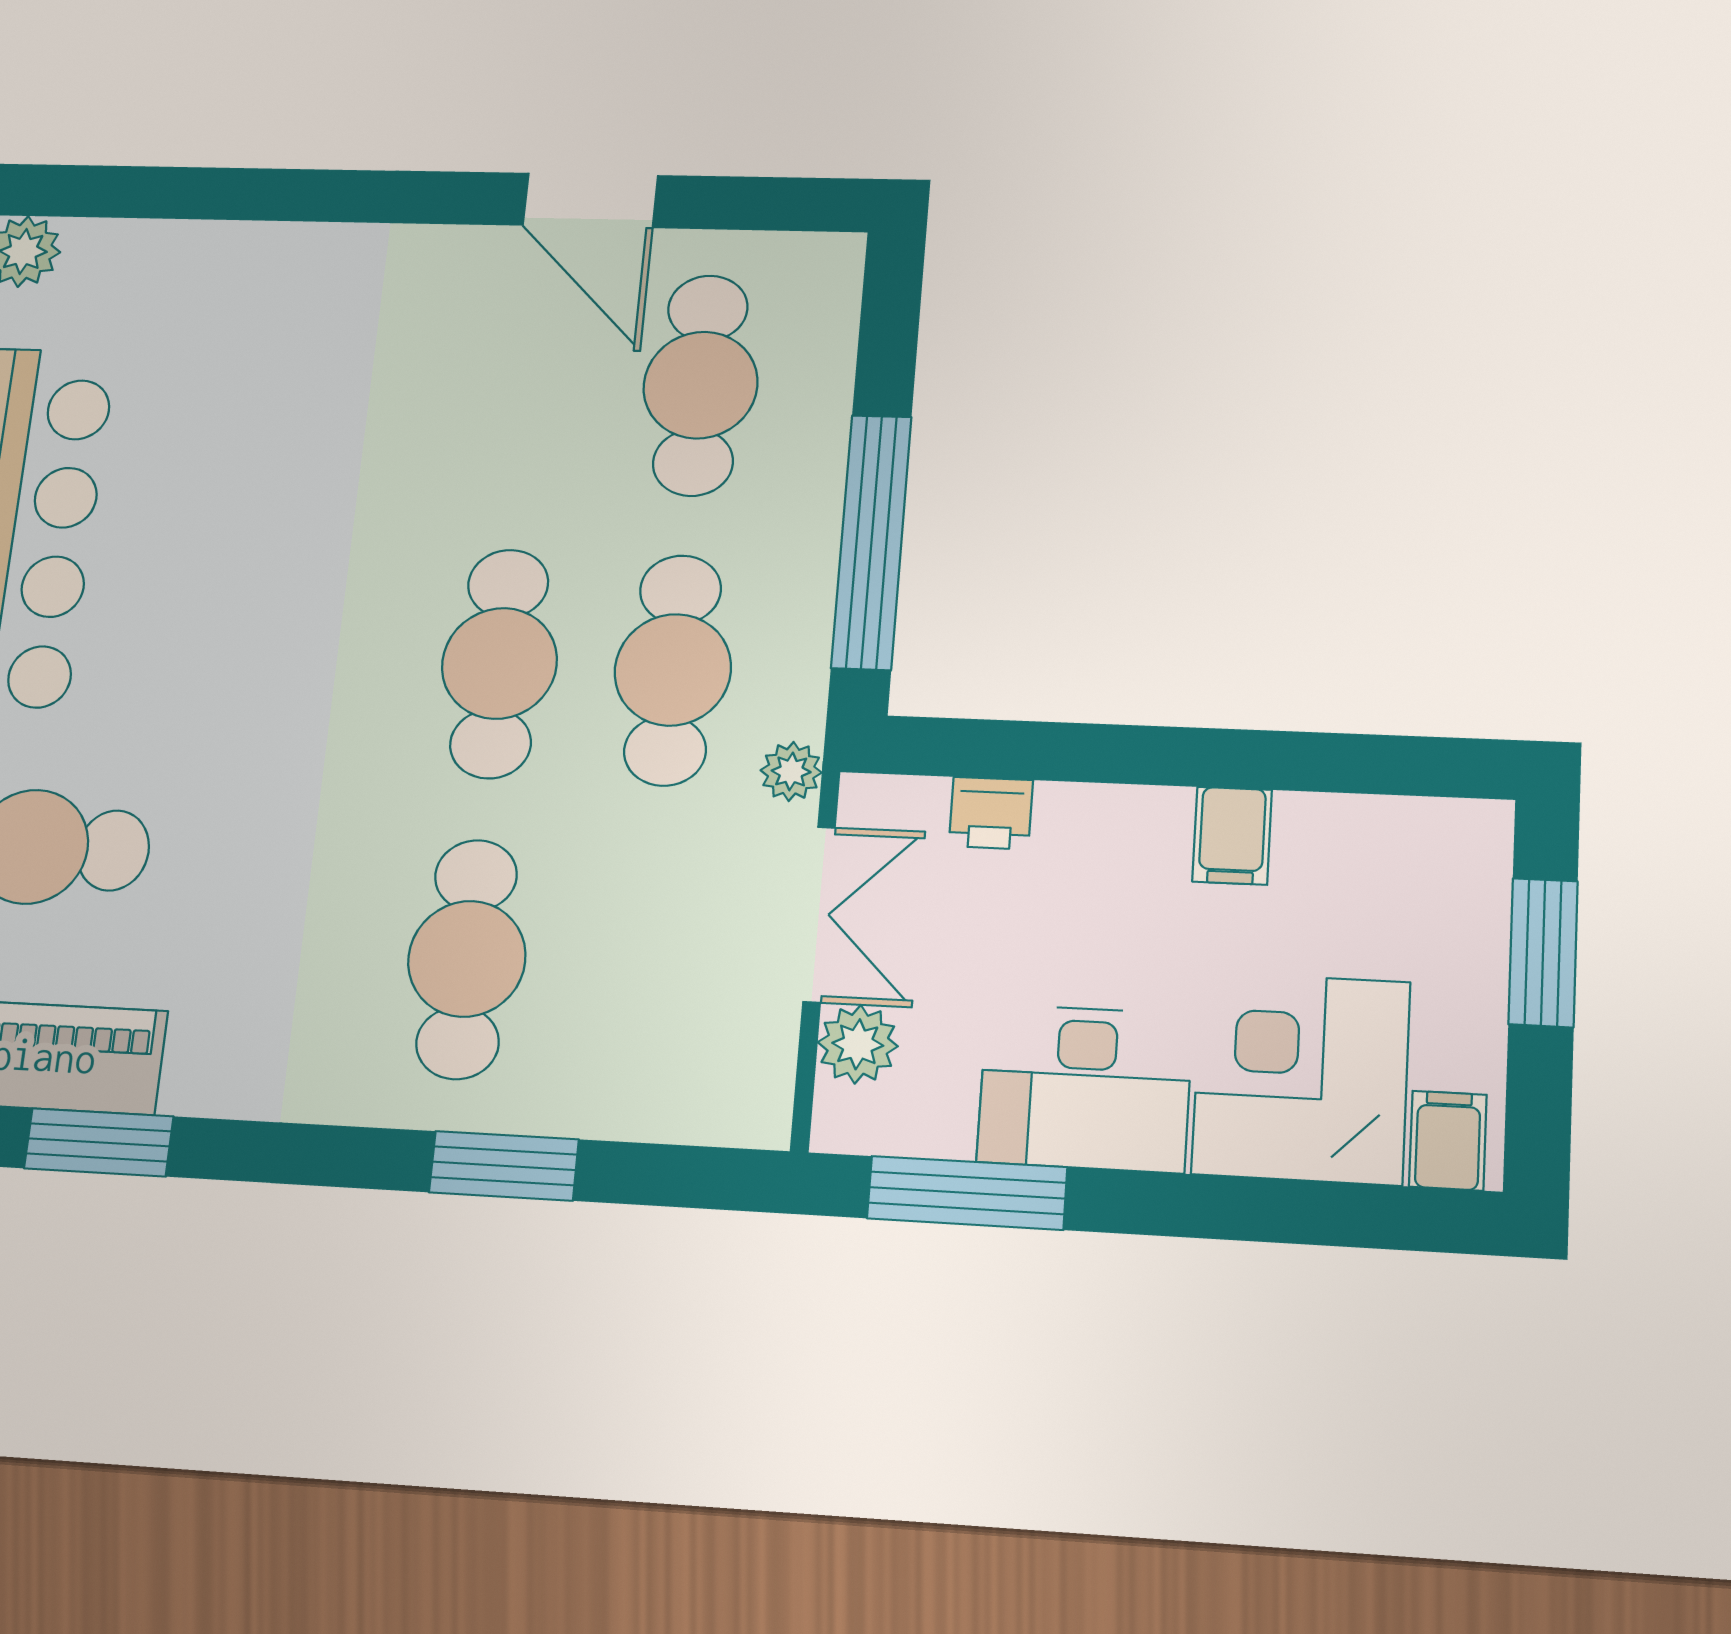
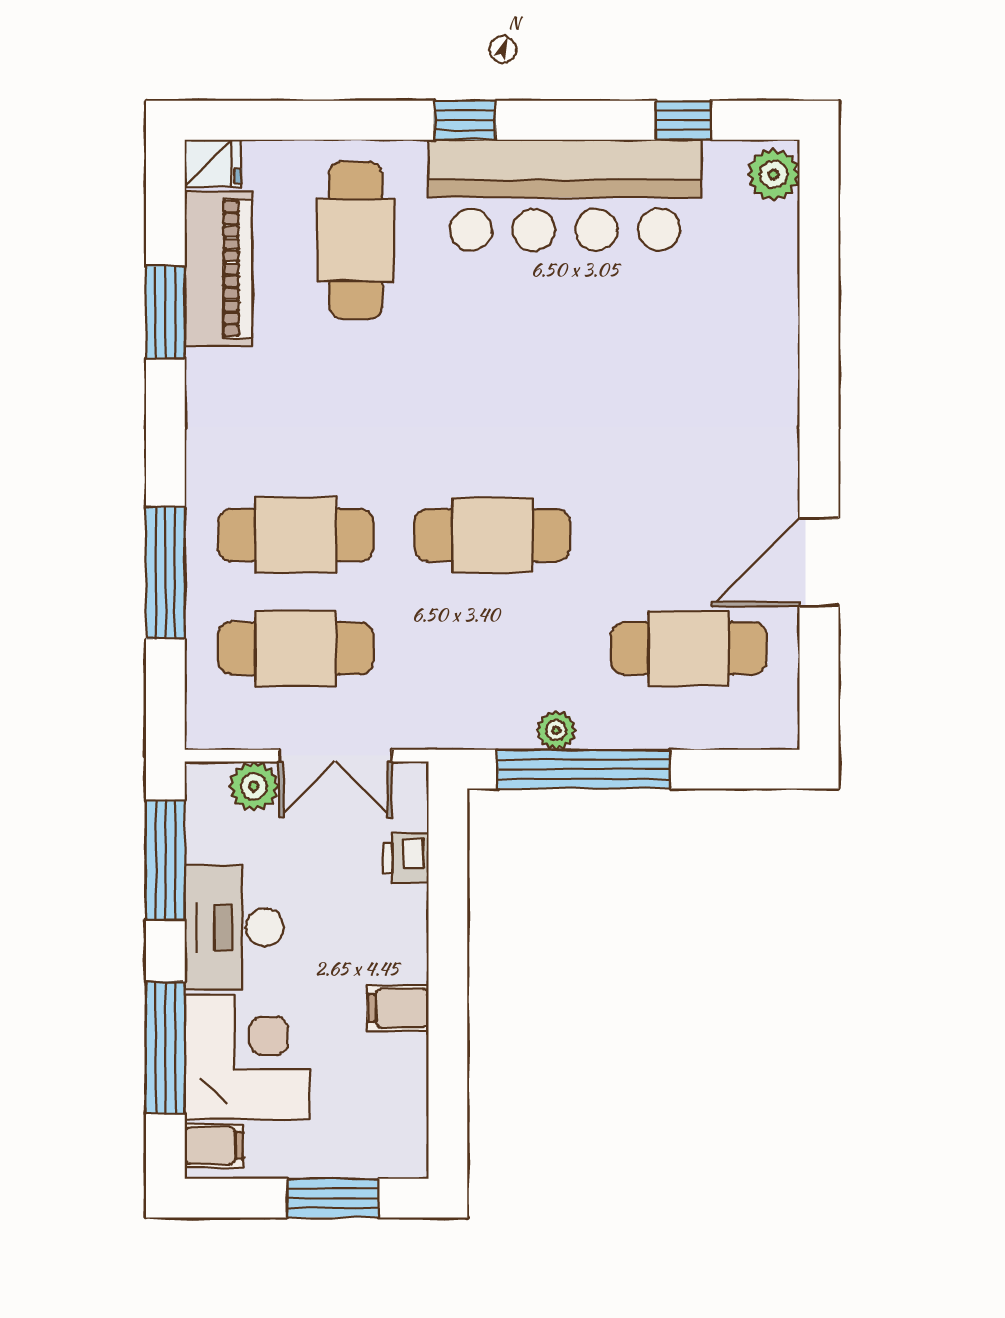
cafe table: (673, 670) -> (296, 648), moved
plant: (791, 771) -> (556, 730), moved
window: (504, 1166) -> (165, 573), width x1.44
window: (1279, 1211) -> (165, 1047), added

